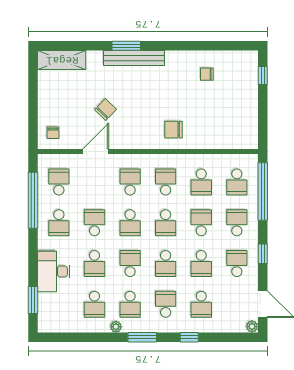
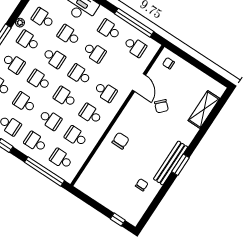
window: (126, 46) -> (181, 165), moved
bench: (134, 58) -> (171, 163), moved
shelving: (62, 60) -> (204, 109), moved
school desk: (166, 182) -> (91, 114), turned 180
school desk: (237, 223) -> (35, 142), turned 180

